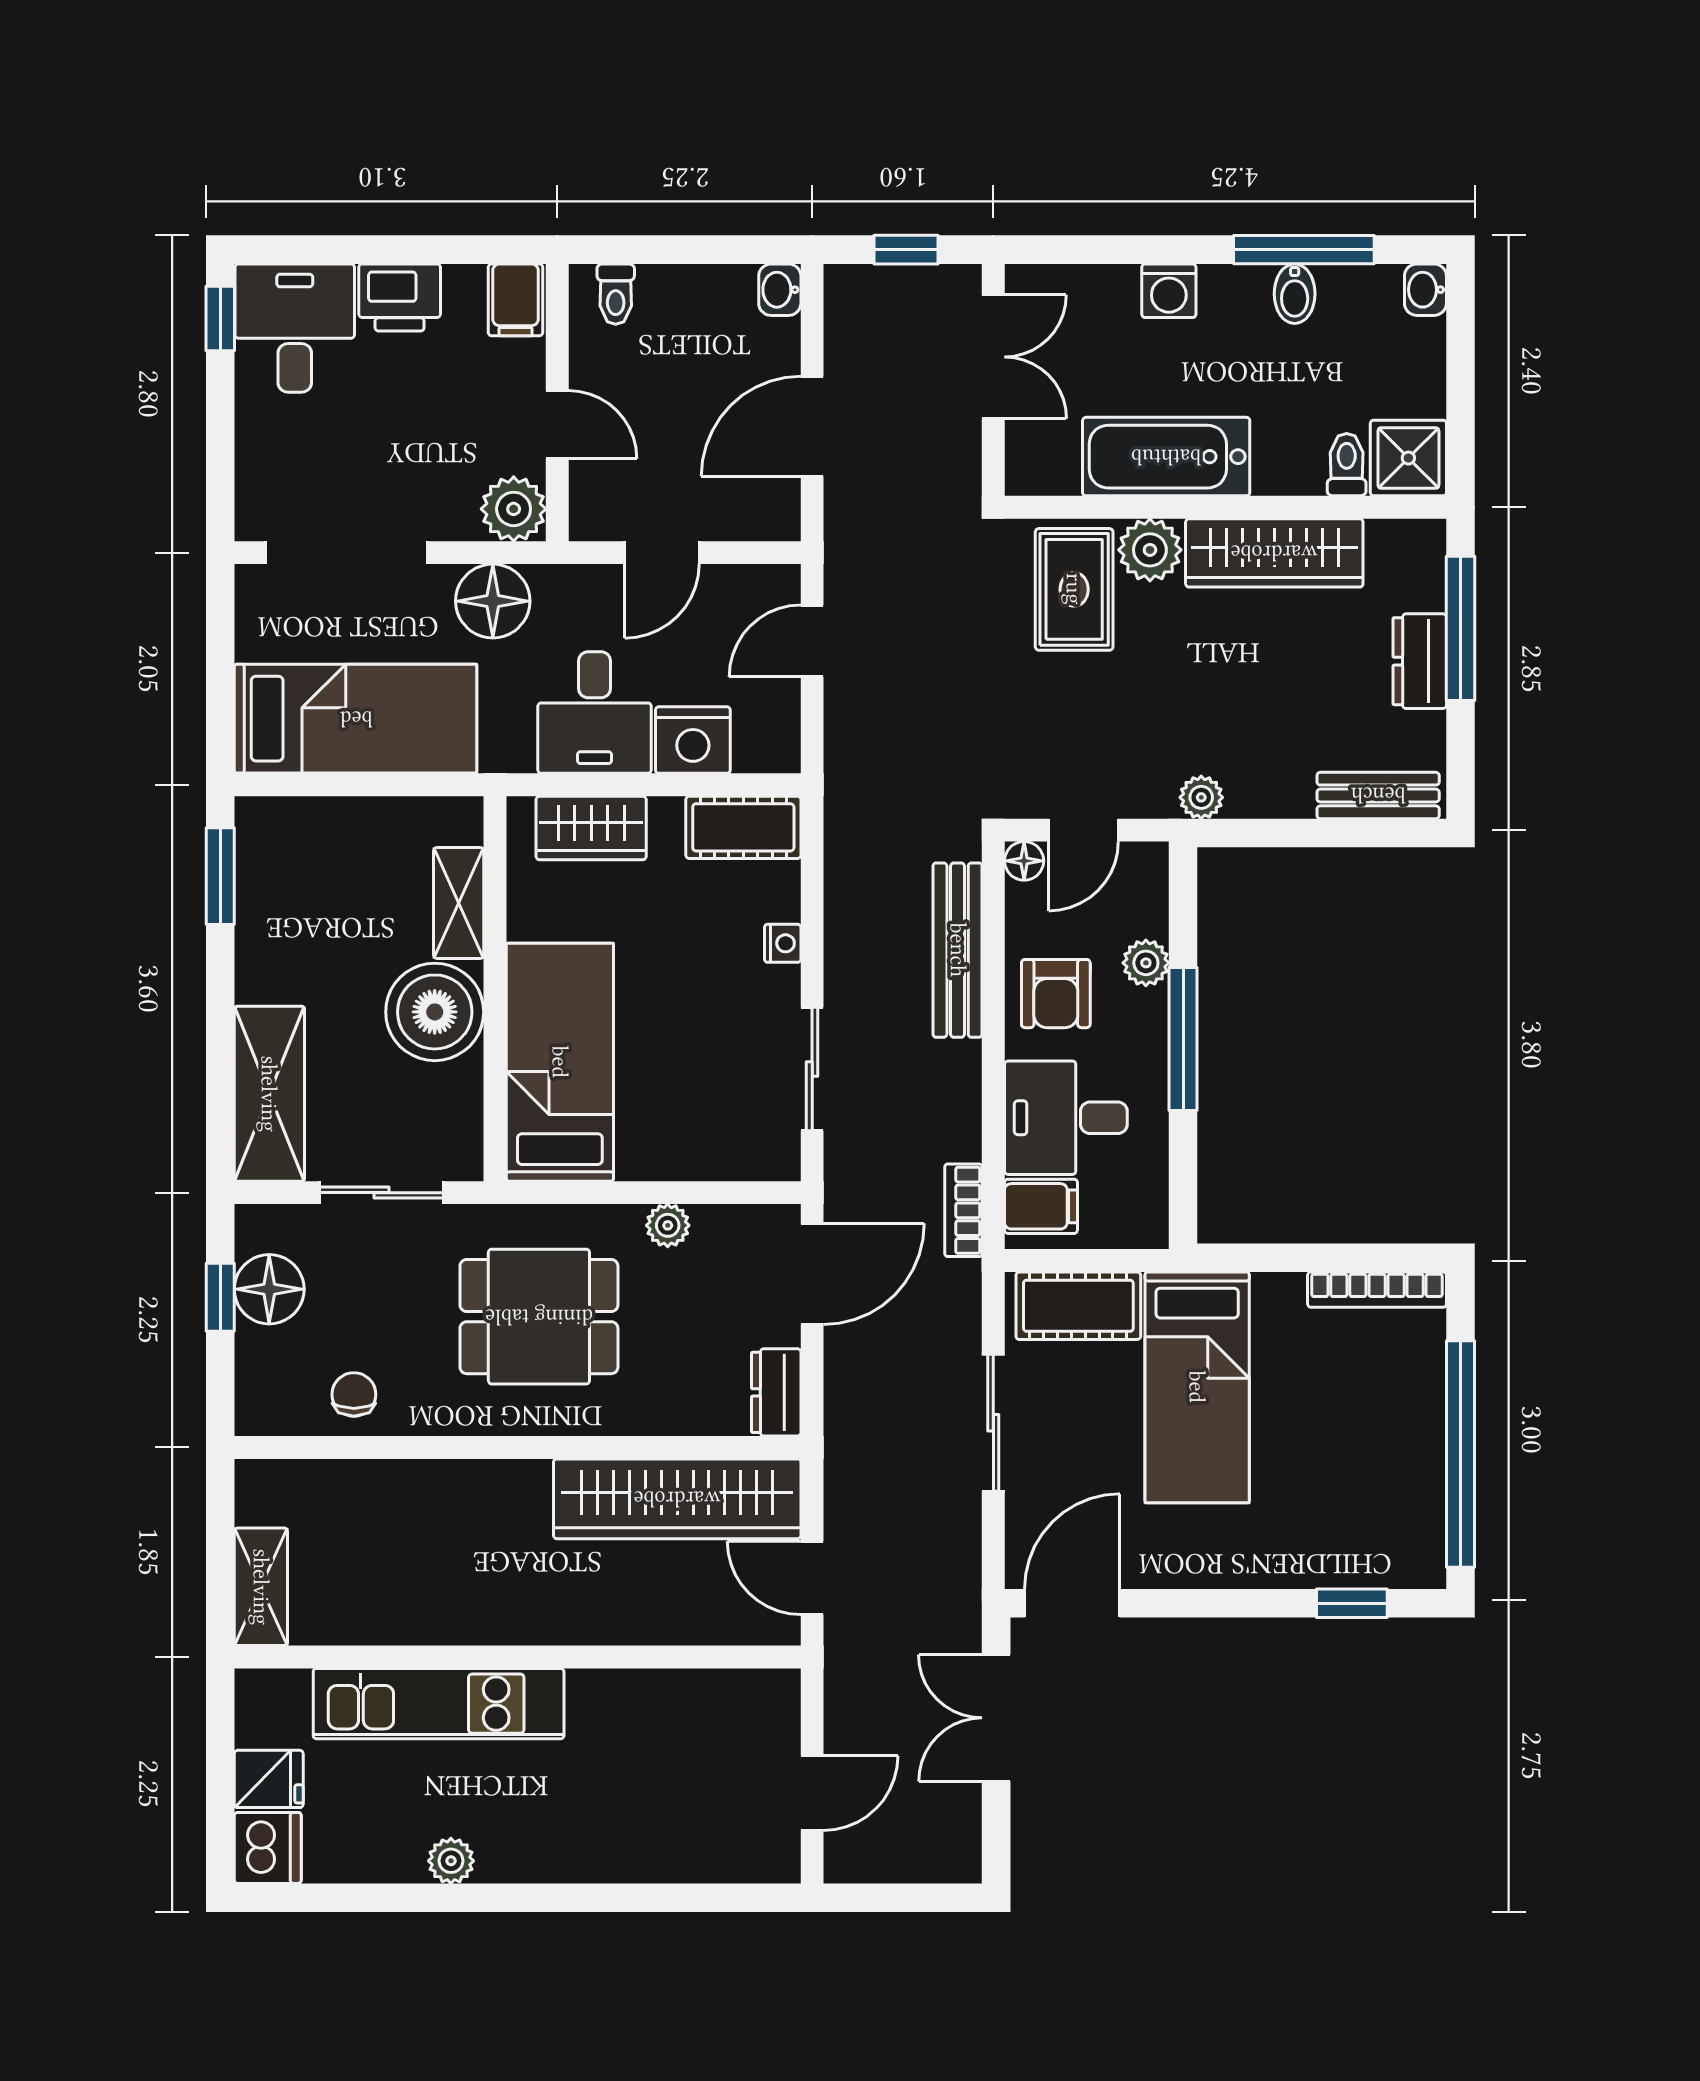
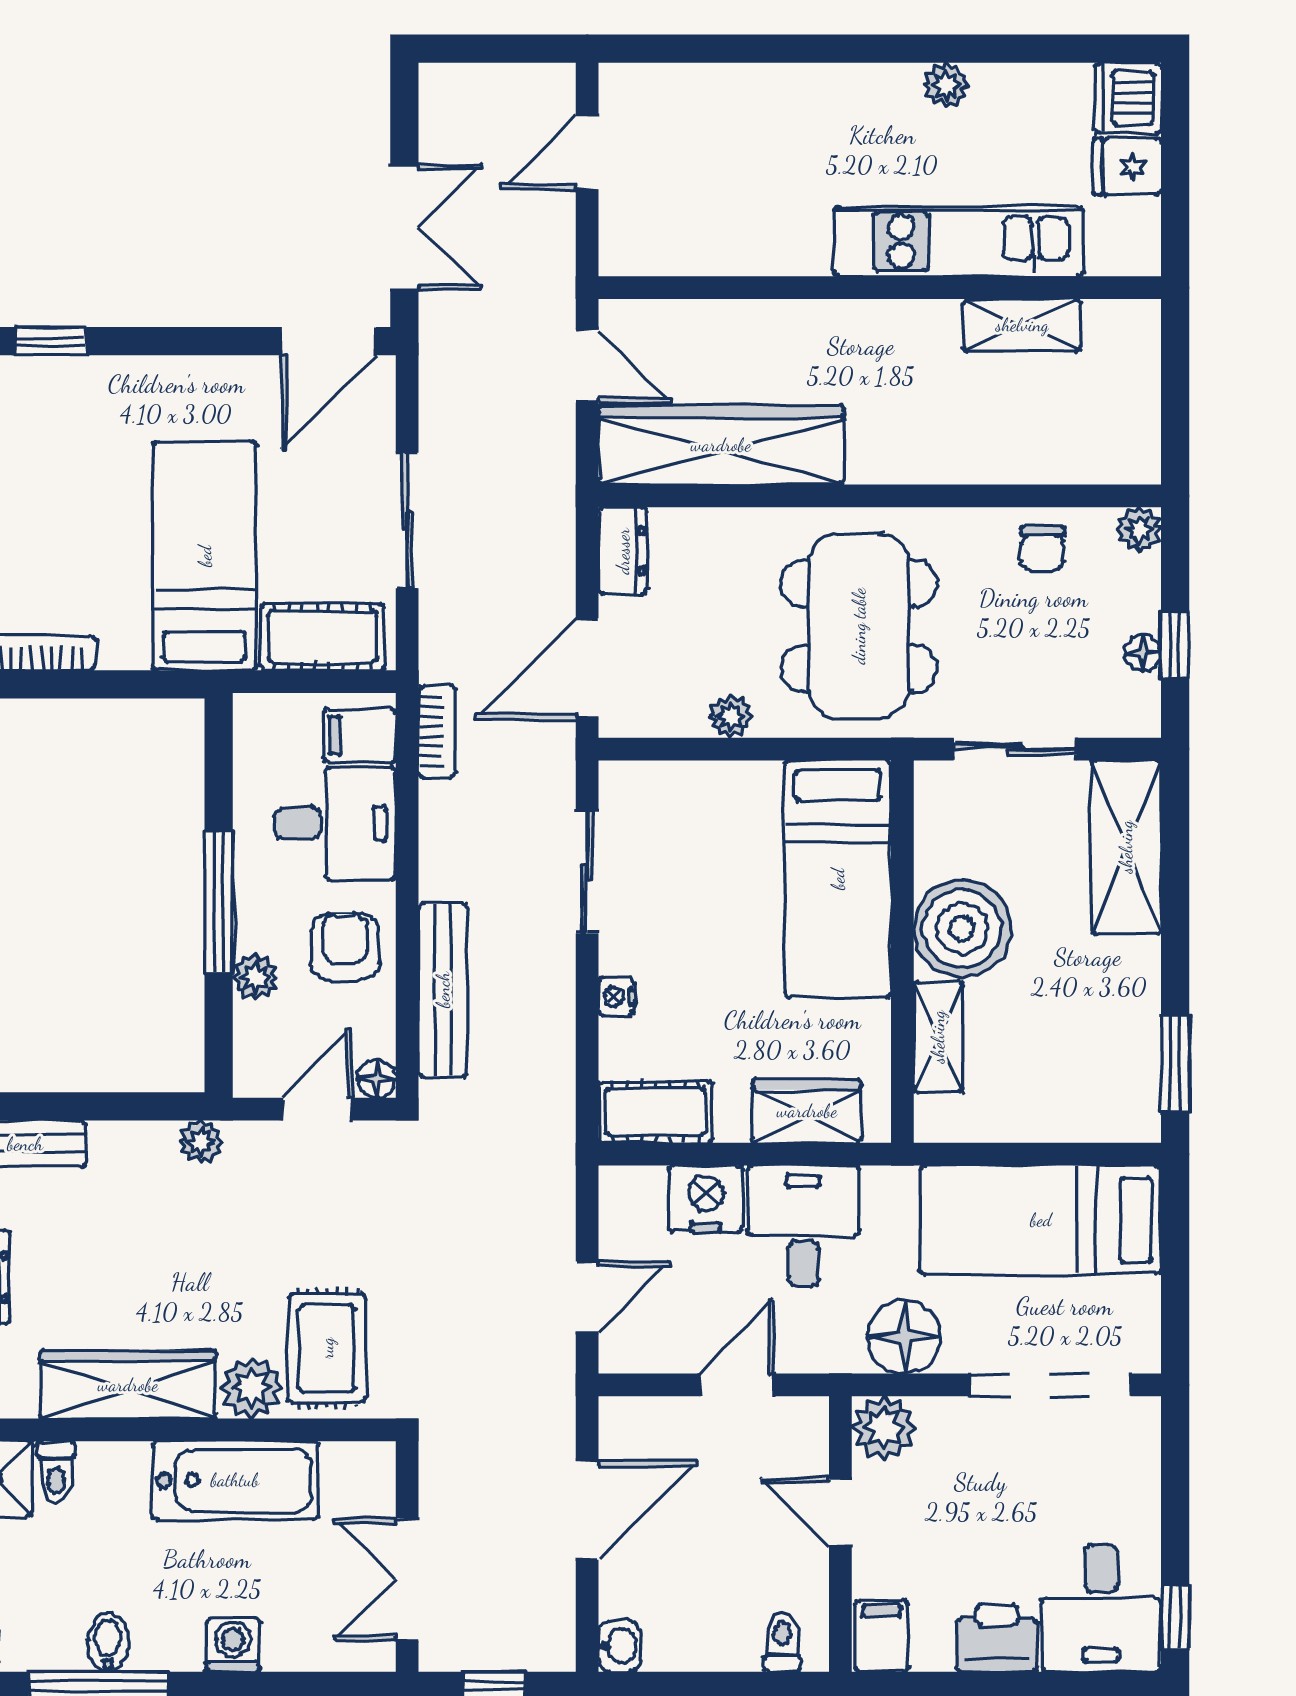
floor lamp: (269, 1289) -> (1143, 653), width x0.53, depth x0.53
dining table: (539, 1317) -> (859, 626), width x1.38
plant: (257, 1414) -> (1139, 529), added
shelving: (261, 1587) -> (1022, 325), moved, turned 90

